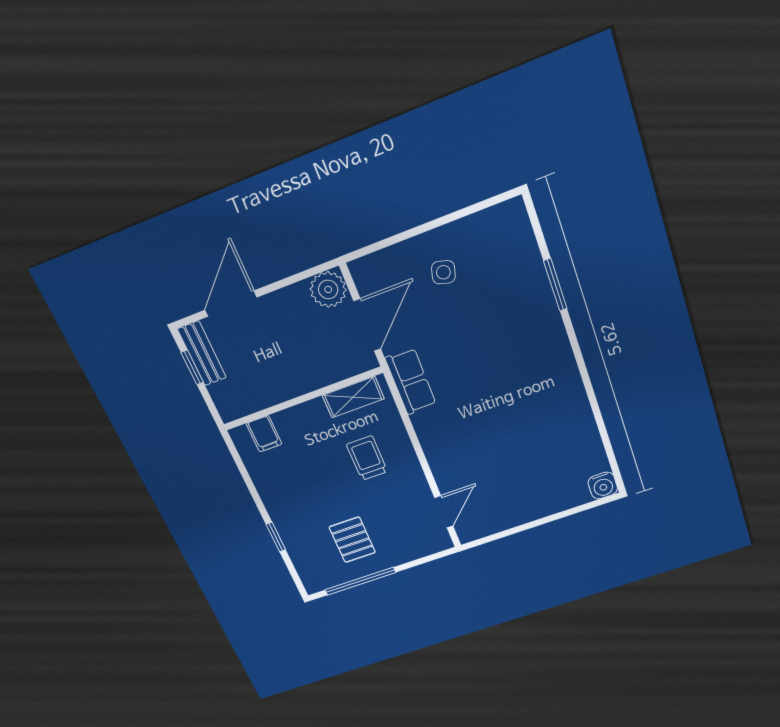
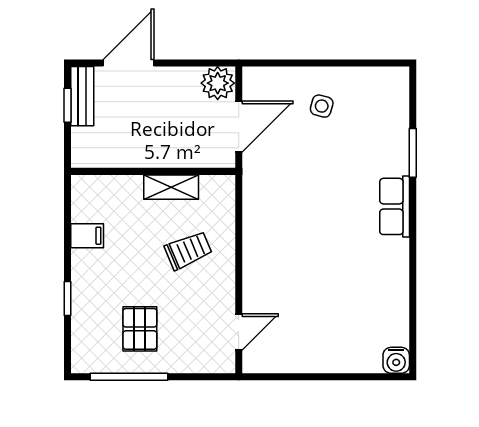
row of seats: (411, 381) -> (395, 206), moved, turned 180
shelving: (353, 397) -> (171, 187), moved
filing cabinet: (264, 434) -> (87, 236), moved, turned -90
trolley: (367, 458) -> (188, 250), turned 67

